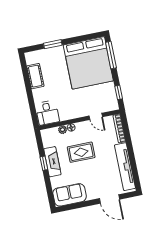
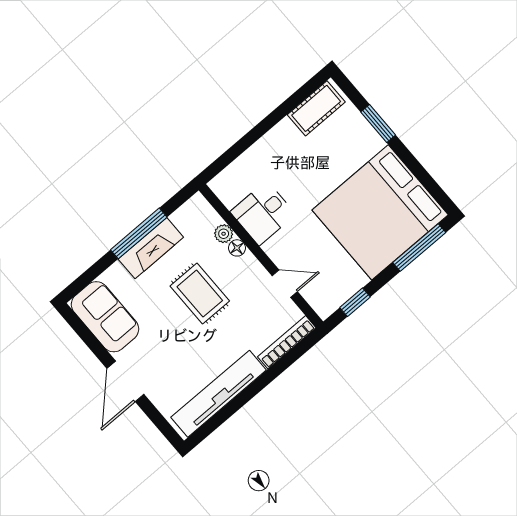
cot: (35, 76) -> (316, 108), moved
desk: (47, 113) -> (263, 213), moved
door: (96, 116) -> (285, 284), swing flipped
window: (44, 163) -> (139, 233), width x2.17
door: (109, 199) -> (125, 381), moved

